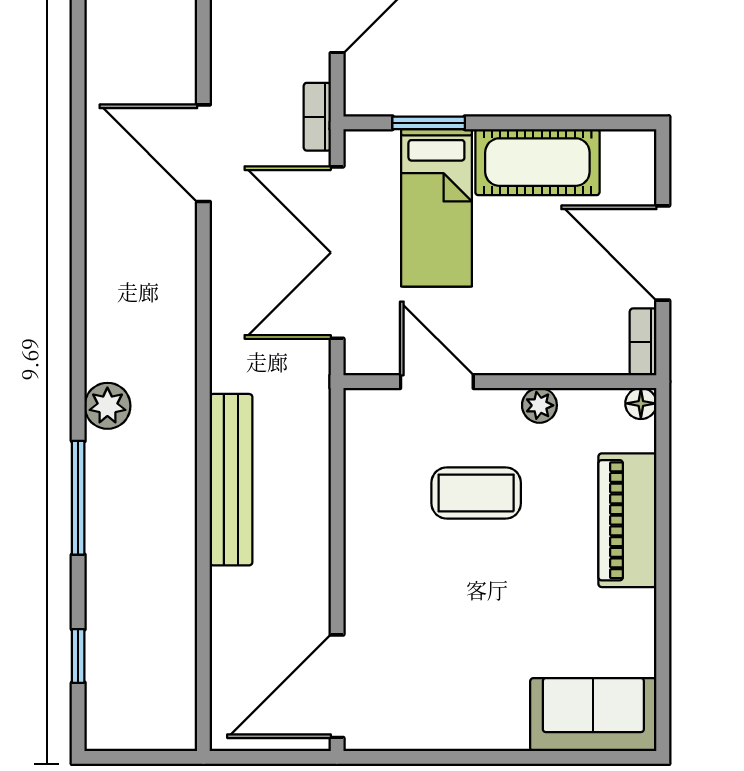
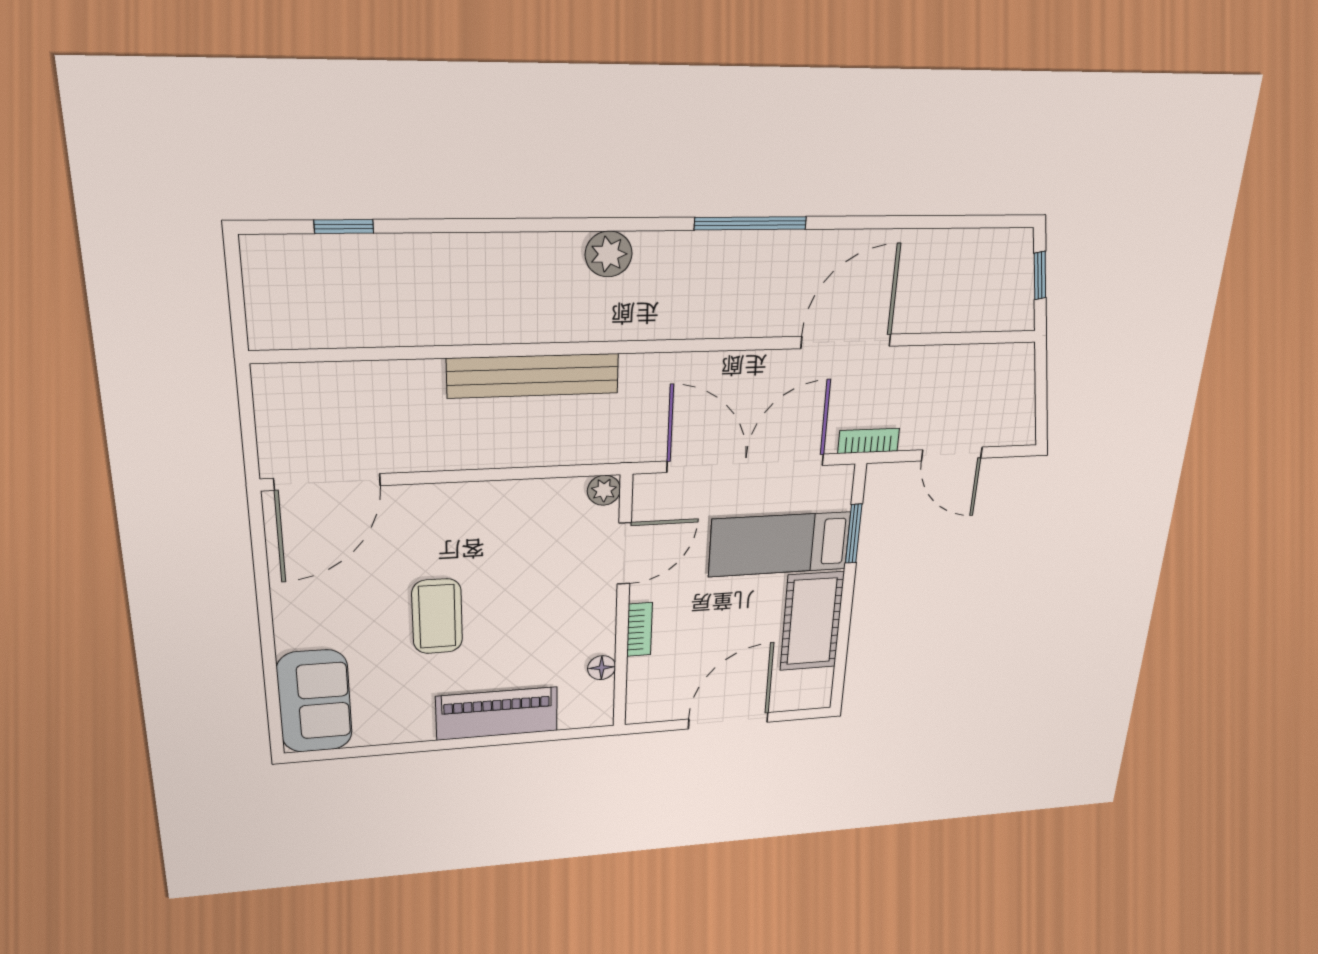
bookcase: (643, 342) -> (639, 630), moved, turned 90
floor lamp: (641, 403) -> (602, 668), moved
plant: (539, 405) -> (604, 490), moved
coffee table: (476, 493) -> (437, 616), moved
window: (78, 498) -> (751, 223), moved
door: (337, 686) -> (327, 482), swing flipped

